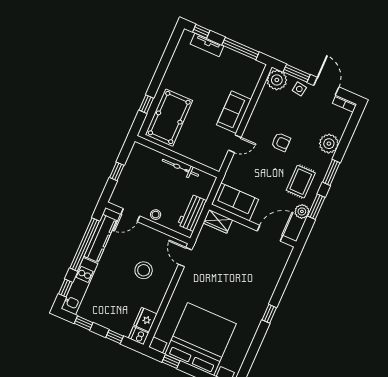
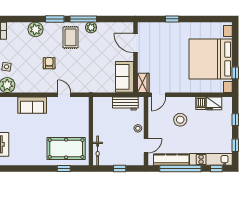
sofa: (234, 112) -> (32, 105), moved
bicycle: (180, 168) -> (98, 151), moved
rug: (301, 182) -> (71, 37), turned 90
sofa: (235, 202) -> (124, 77), moved
window: (316, 207) -> (83, 19), width x1.44
door: (130, 215) -> (146, 146), hinge flipped
wardrobe: (218, 221) -> (143, 83), moved
wall: (253, 226) -> (136, 57), moved
door: (270, 233) -> (136, 43), moved
dishwasher: (139, 336) -> (201, 103), moved

